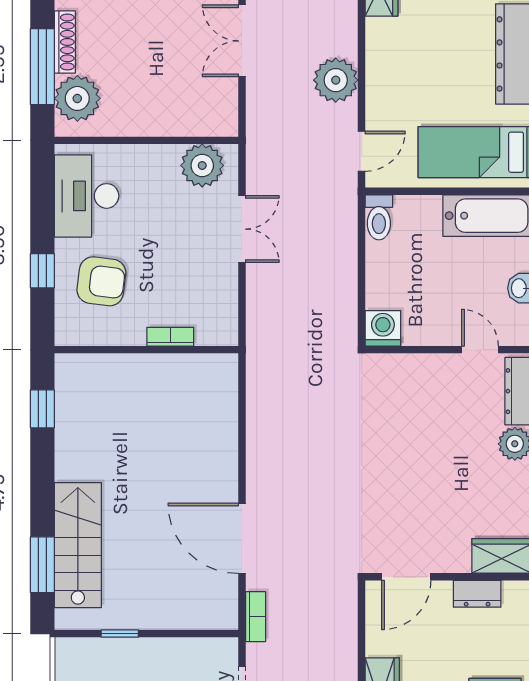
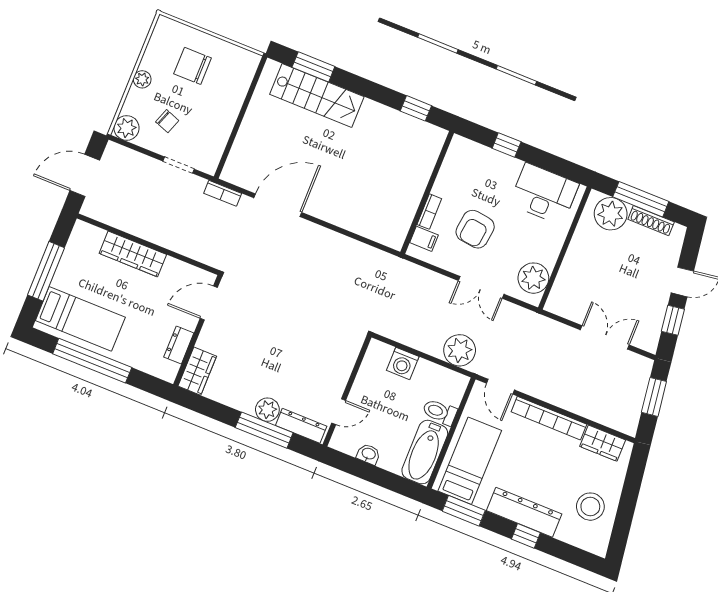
bookcase: (377, 71) -> (549, 418), added
plant: (336, 80) -> (460, 350), moved
toilet: (379, 217) -> (440, 412), moved
armchair: (101, 281) -> (475, 229), moved
washing machine: (383, 328) -> (403, 363), moved, turned 90
filing cabinet: (209, 329) -> (424, 239), added
door: (406, 577) -> (209, 303), hinge flipped
window: (120, 634) -> (248, 100), removed

